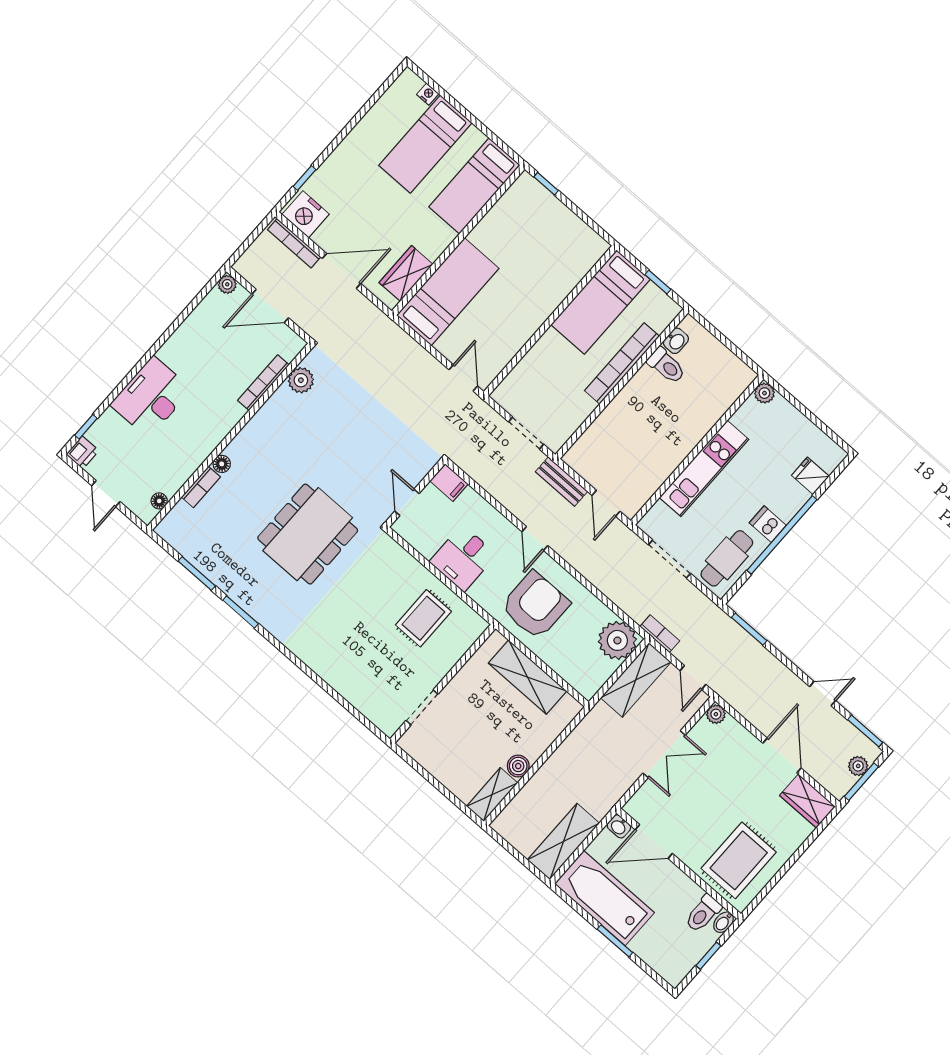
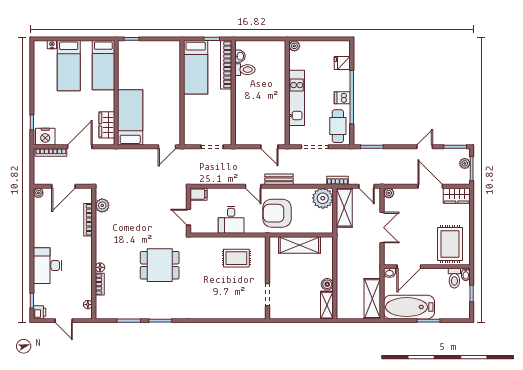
bookcase: (622, 363) -> (226, 65), moved
door: (463, 378) -> (167, 147), swing flipped
bench: (562, 482) -> (279, 179), moved
dining table: (308, 534) -> (160, 265), width x0.73
armchair: (535, 605) -> (277, 213), turned -90
rug: (423, 618) -> (236, 258), turned 90

